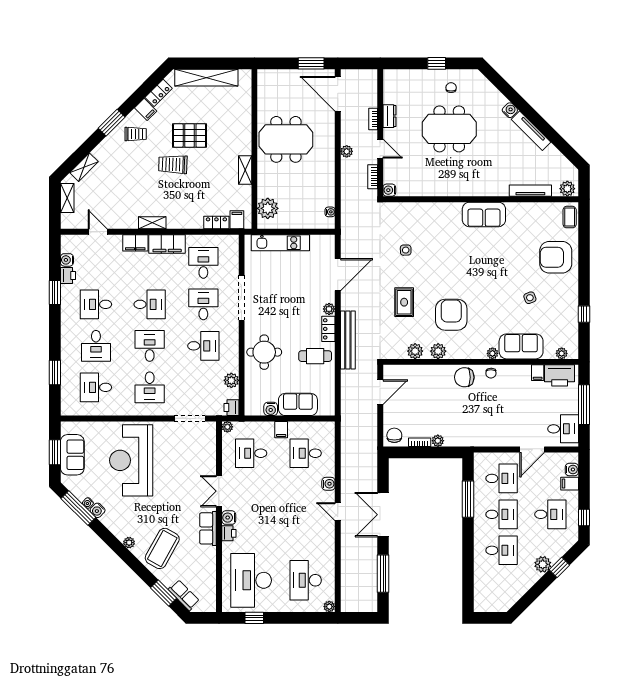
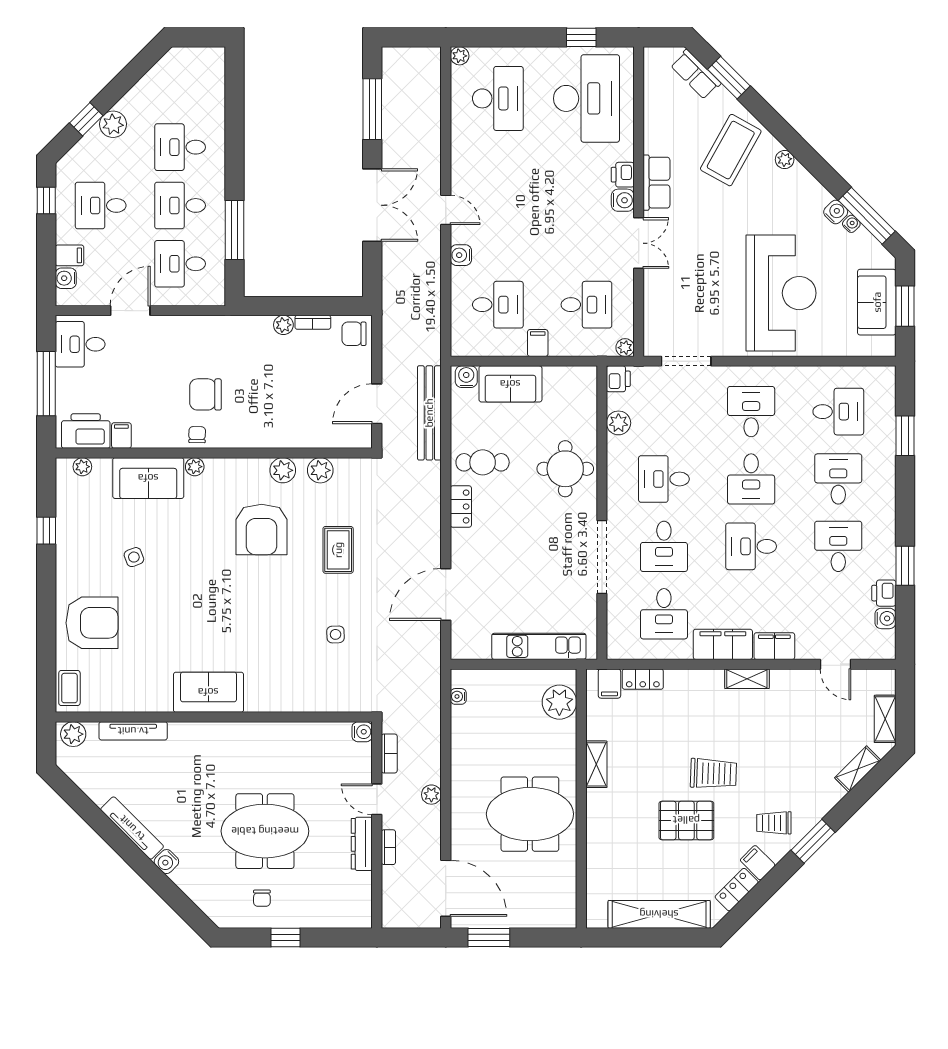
dresser: (390, 116) -> (362, 844), width x1.44
desk: (96, 304) -> (838, 546), turned -90
plant: (329, 309) -> (460, 539), removed
bench: (348, 340) -> (429, 413), moved
chair: (464, 377) -> (205, 394), moved, turned 180
water cooler: (271, 409) -> (466, 377), moved
chair: (394, 435) -> (354, 334), turned 90

